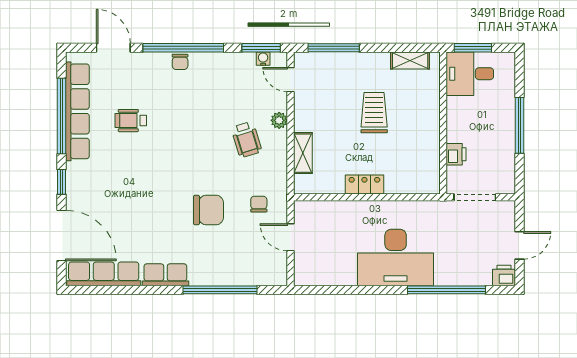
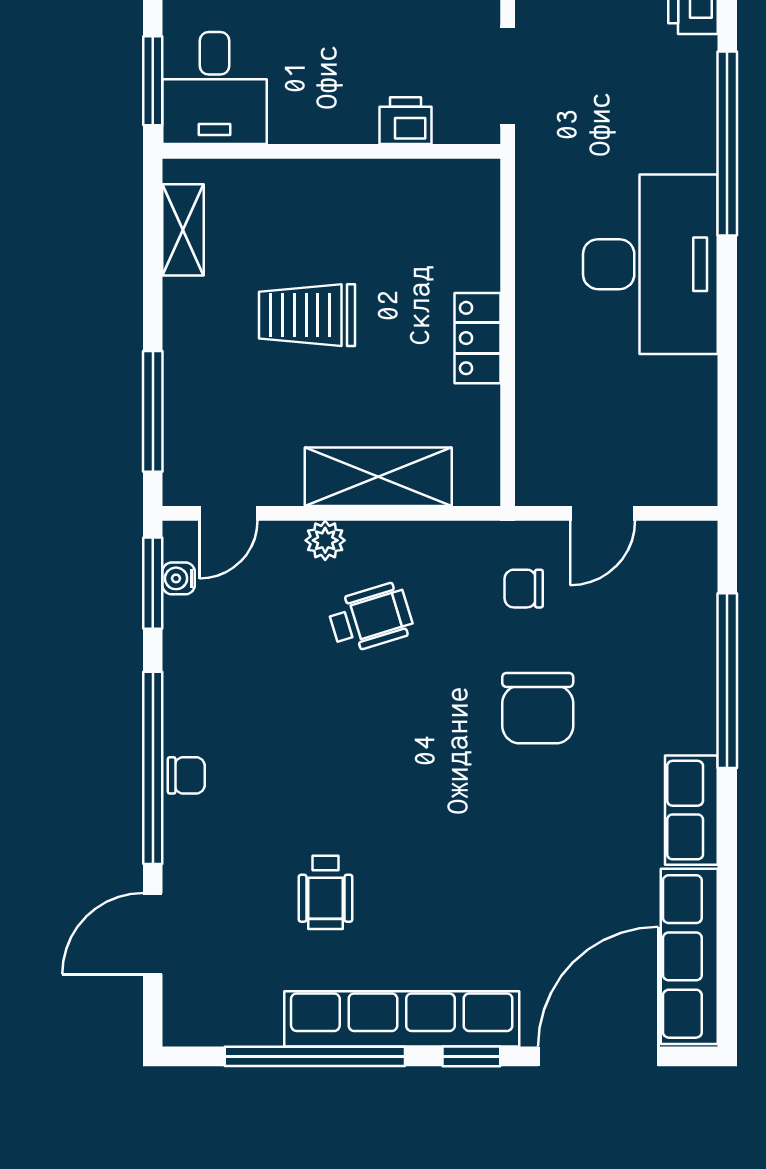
row of seats: (77, 111) -> (402, 1019), moved
shelving: (303, 153) -> (378, 477), width x1.50, depth x1.33
chair: (208, 210) -> (538, 708), turned 180

